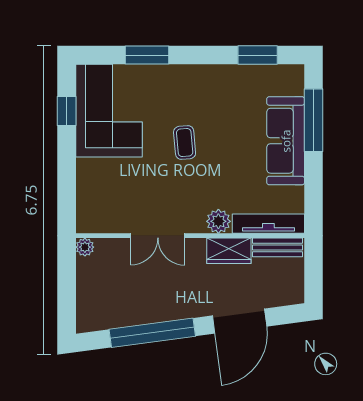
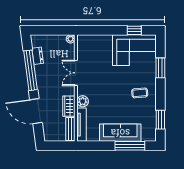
coffee table: (185, 143) -> (140, 93), moved
dresser: (121, 318) -> (38, 56), added

